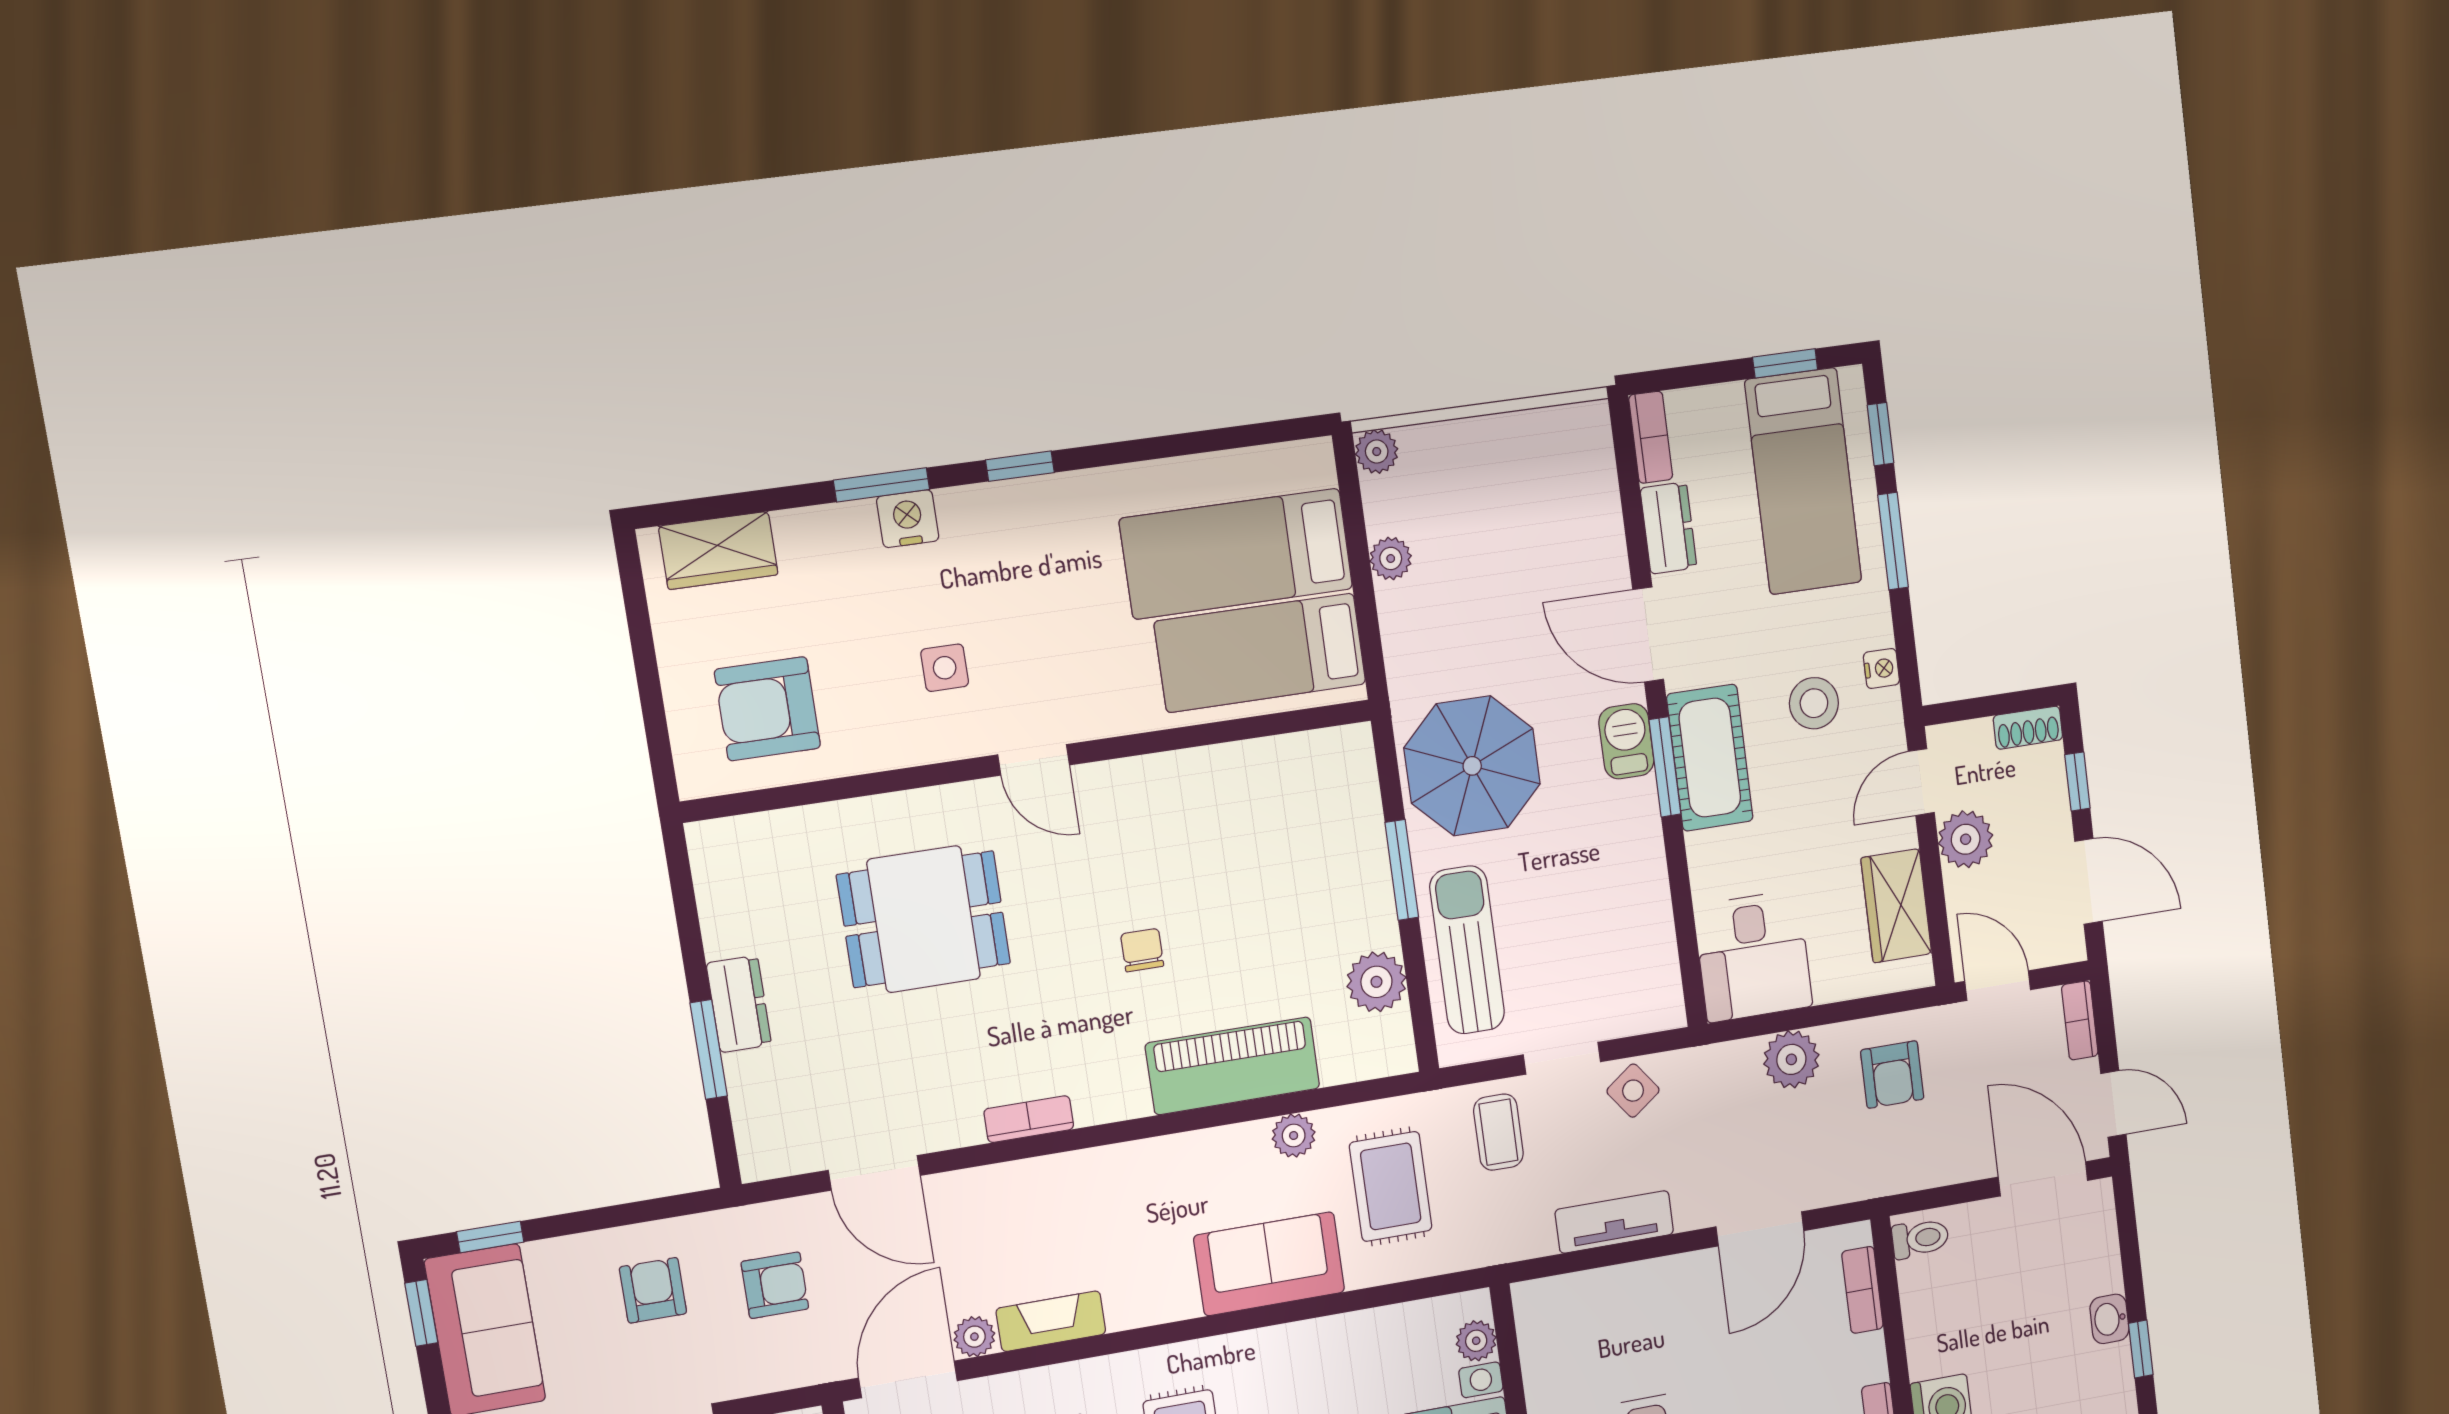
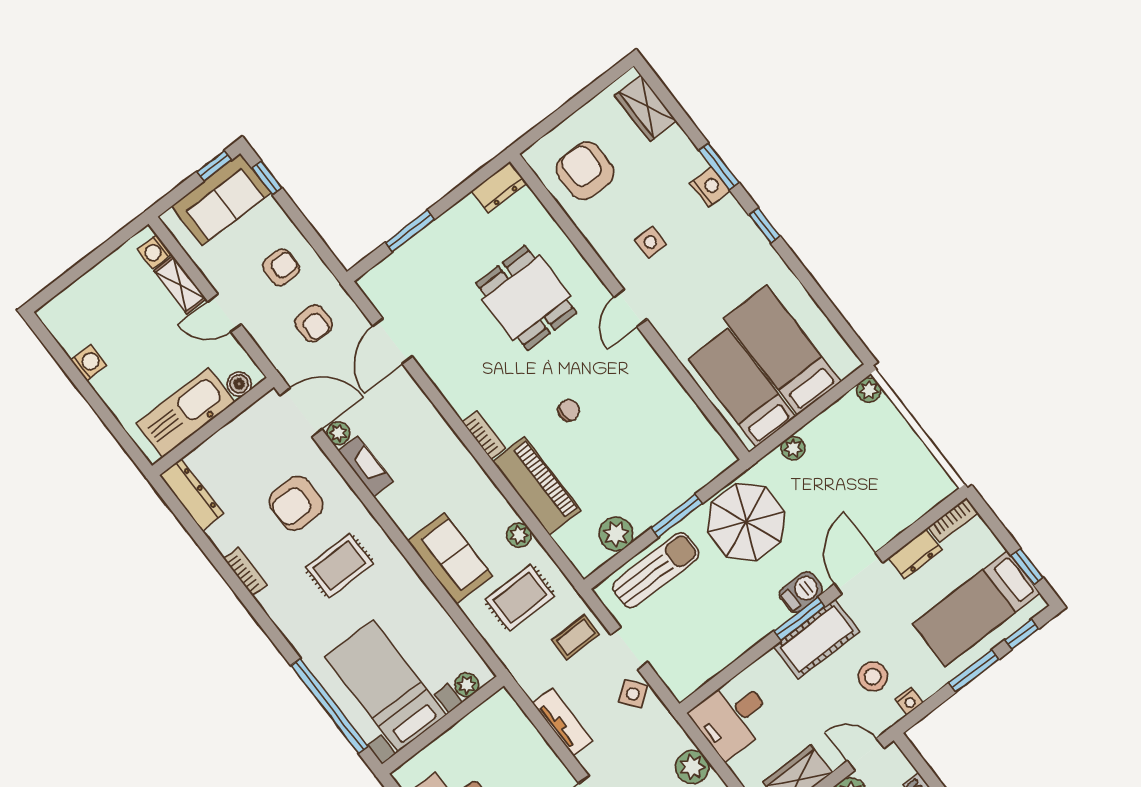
plant: (1391, 558) -> (793, 448), moved
dresser: (739, 1004) -> (499, 187), moved
bookcase: (1029, 1119) -> (484, 435), moved

